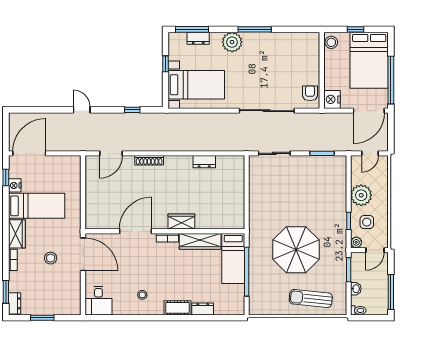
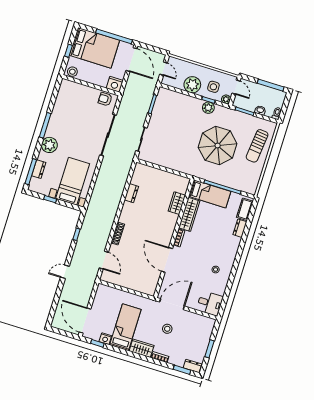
wardrobe: (181, 222) -> (177, 203), moved
plant: (339, 224) -> (208, 108), added
cot: (177, 308) -> (245, 209), moved

